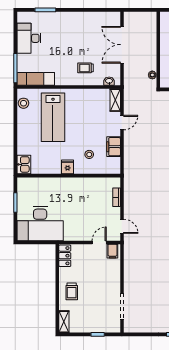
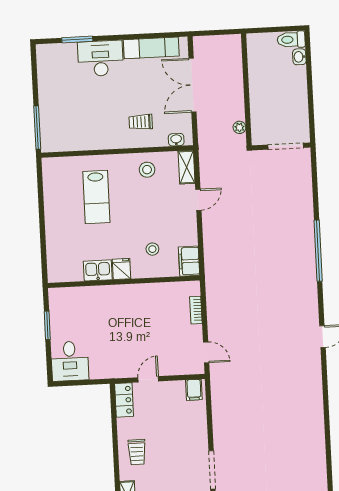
desk: (29, 38) -> (101, 58), moved, turned 90
exam couch: (36, 79) -> (151, 48), moved, turned 180
stool: (24, 103) -> (147, 170), moved
lab bench: (53, 117) -> (96, 197), width x0.73, depth x0.72
filing cabinet: (114, 147) -> (189, 261), moved
kitchen sink: (24, 164) -> (98, 270), moved, turned -90
desk: (40, 223) -> (70, 361), width x0.53, depth x0.77
door: (99, 243) -> (148, 379), moved

